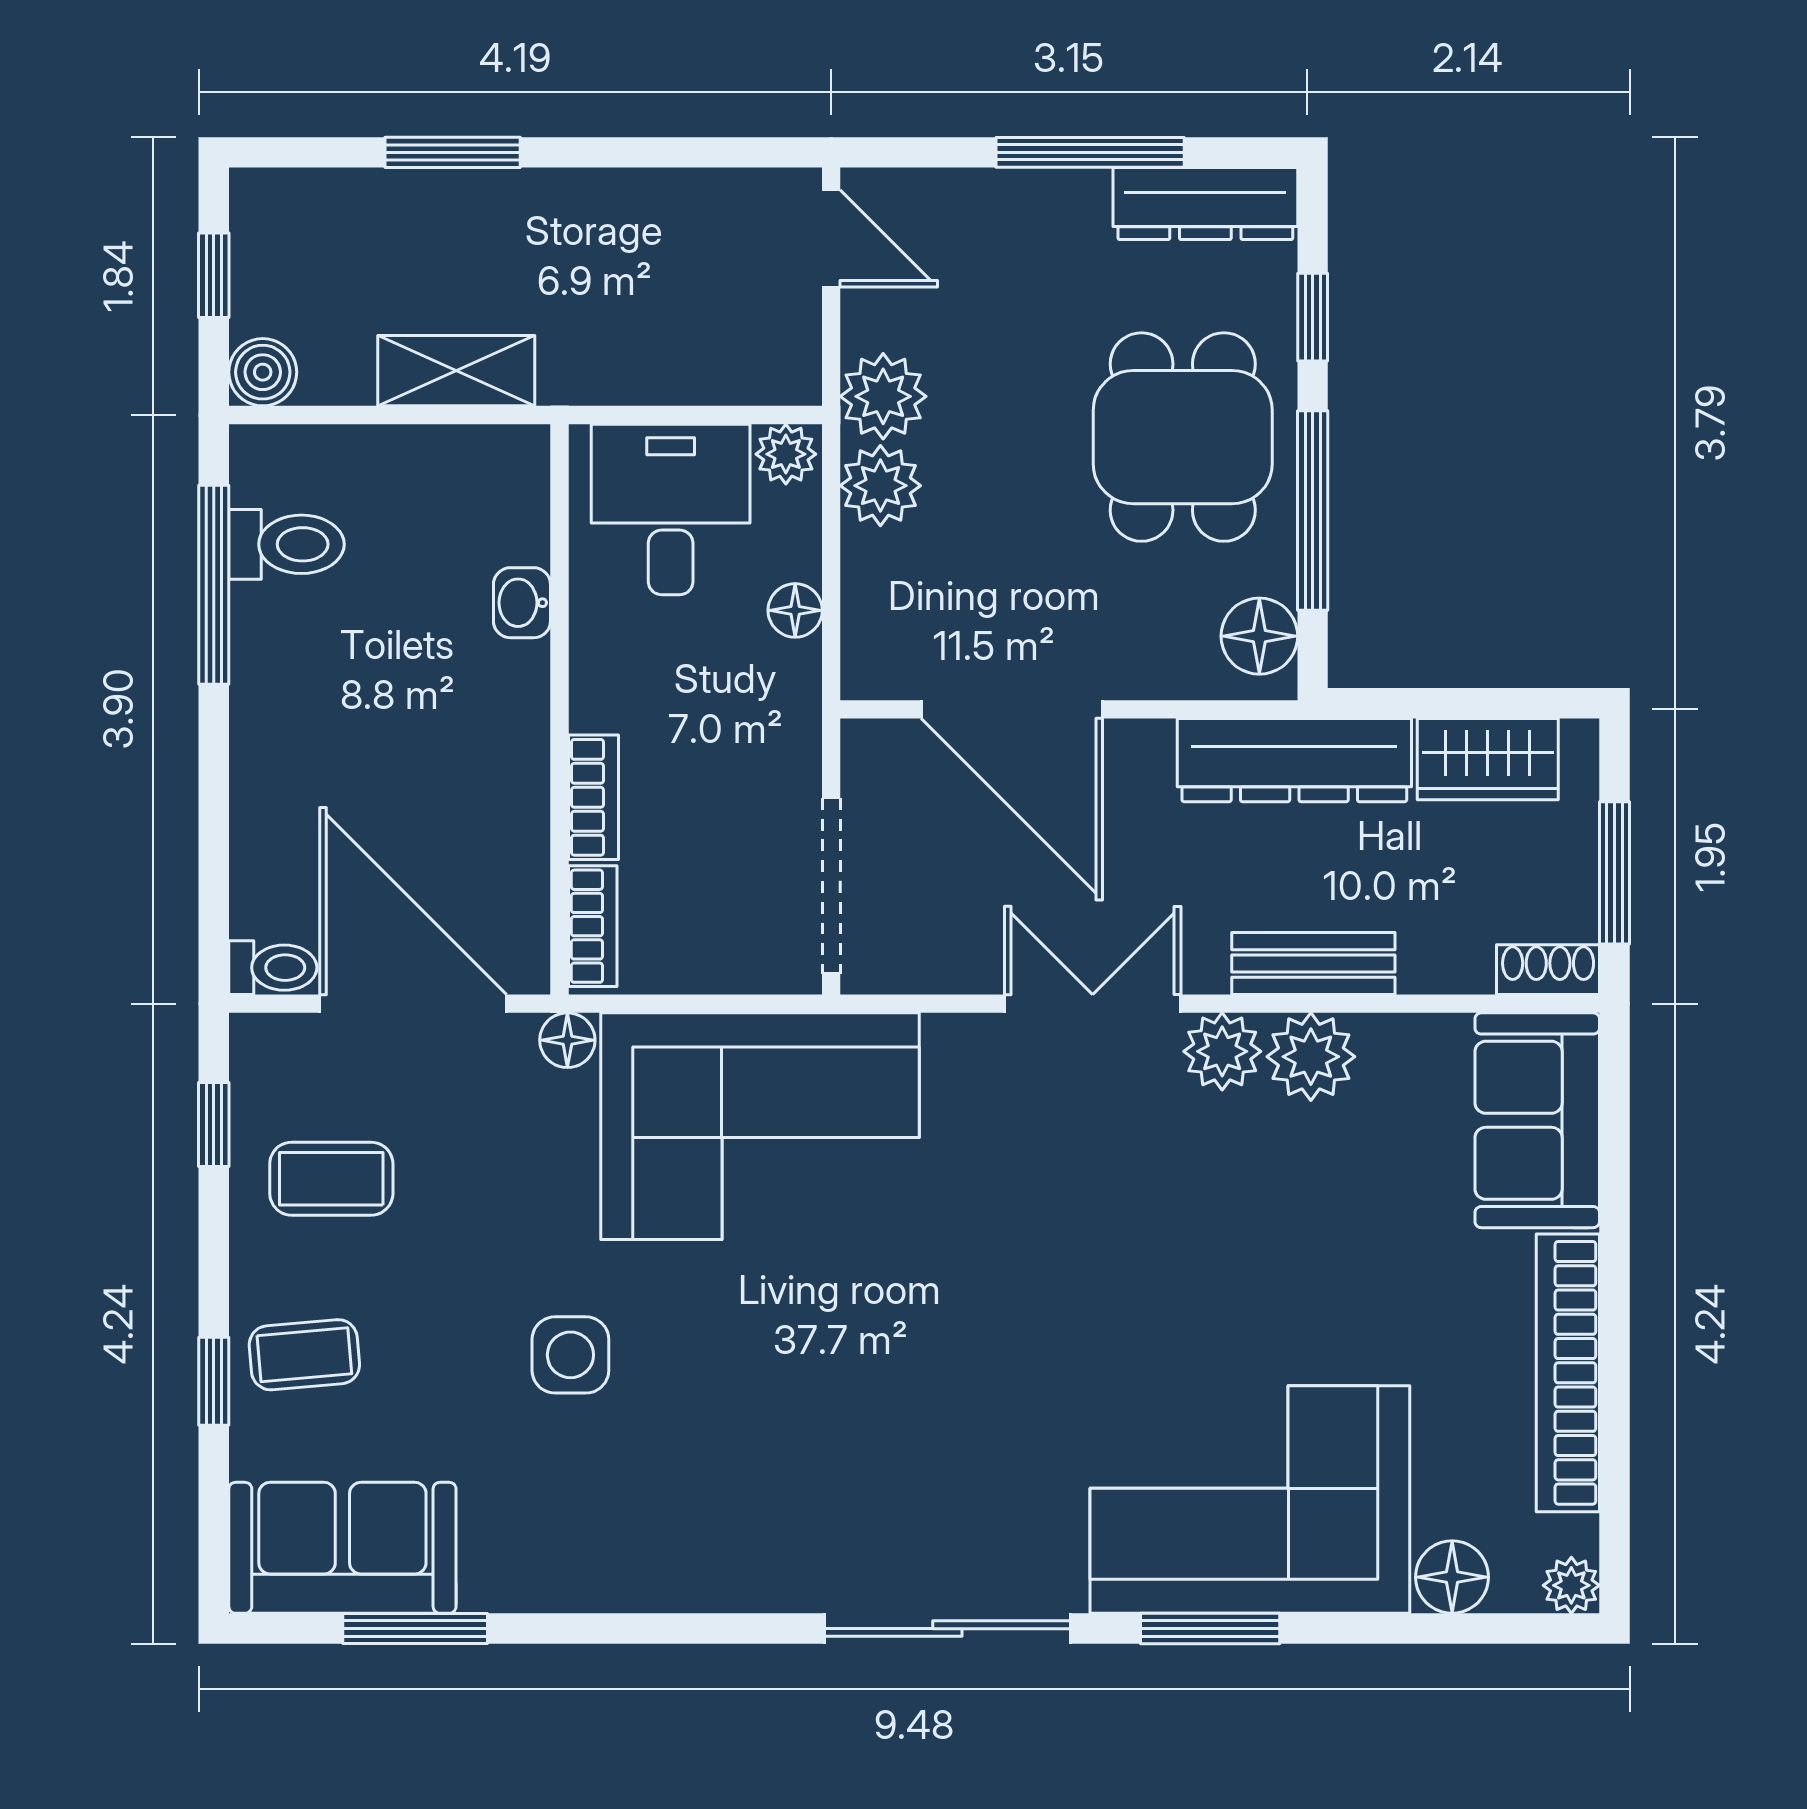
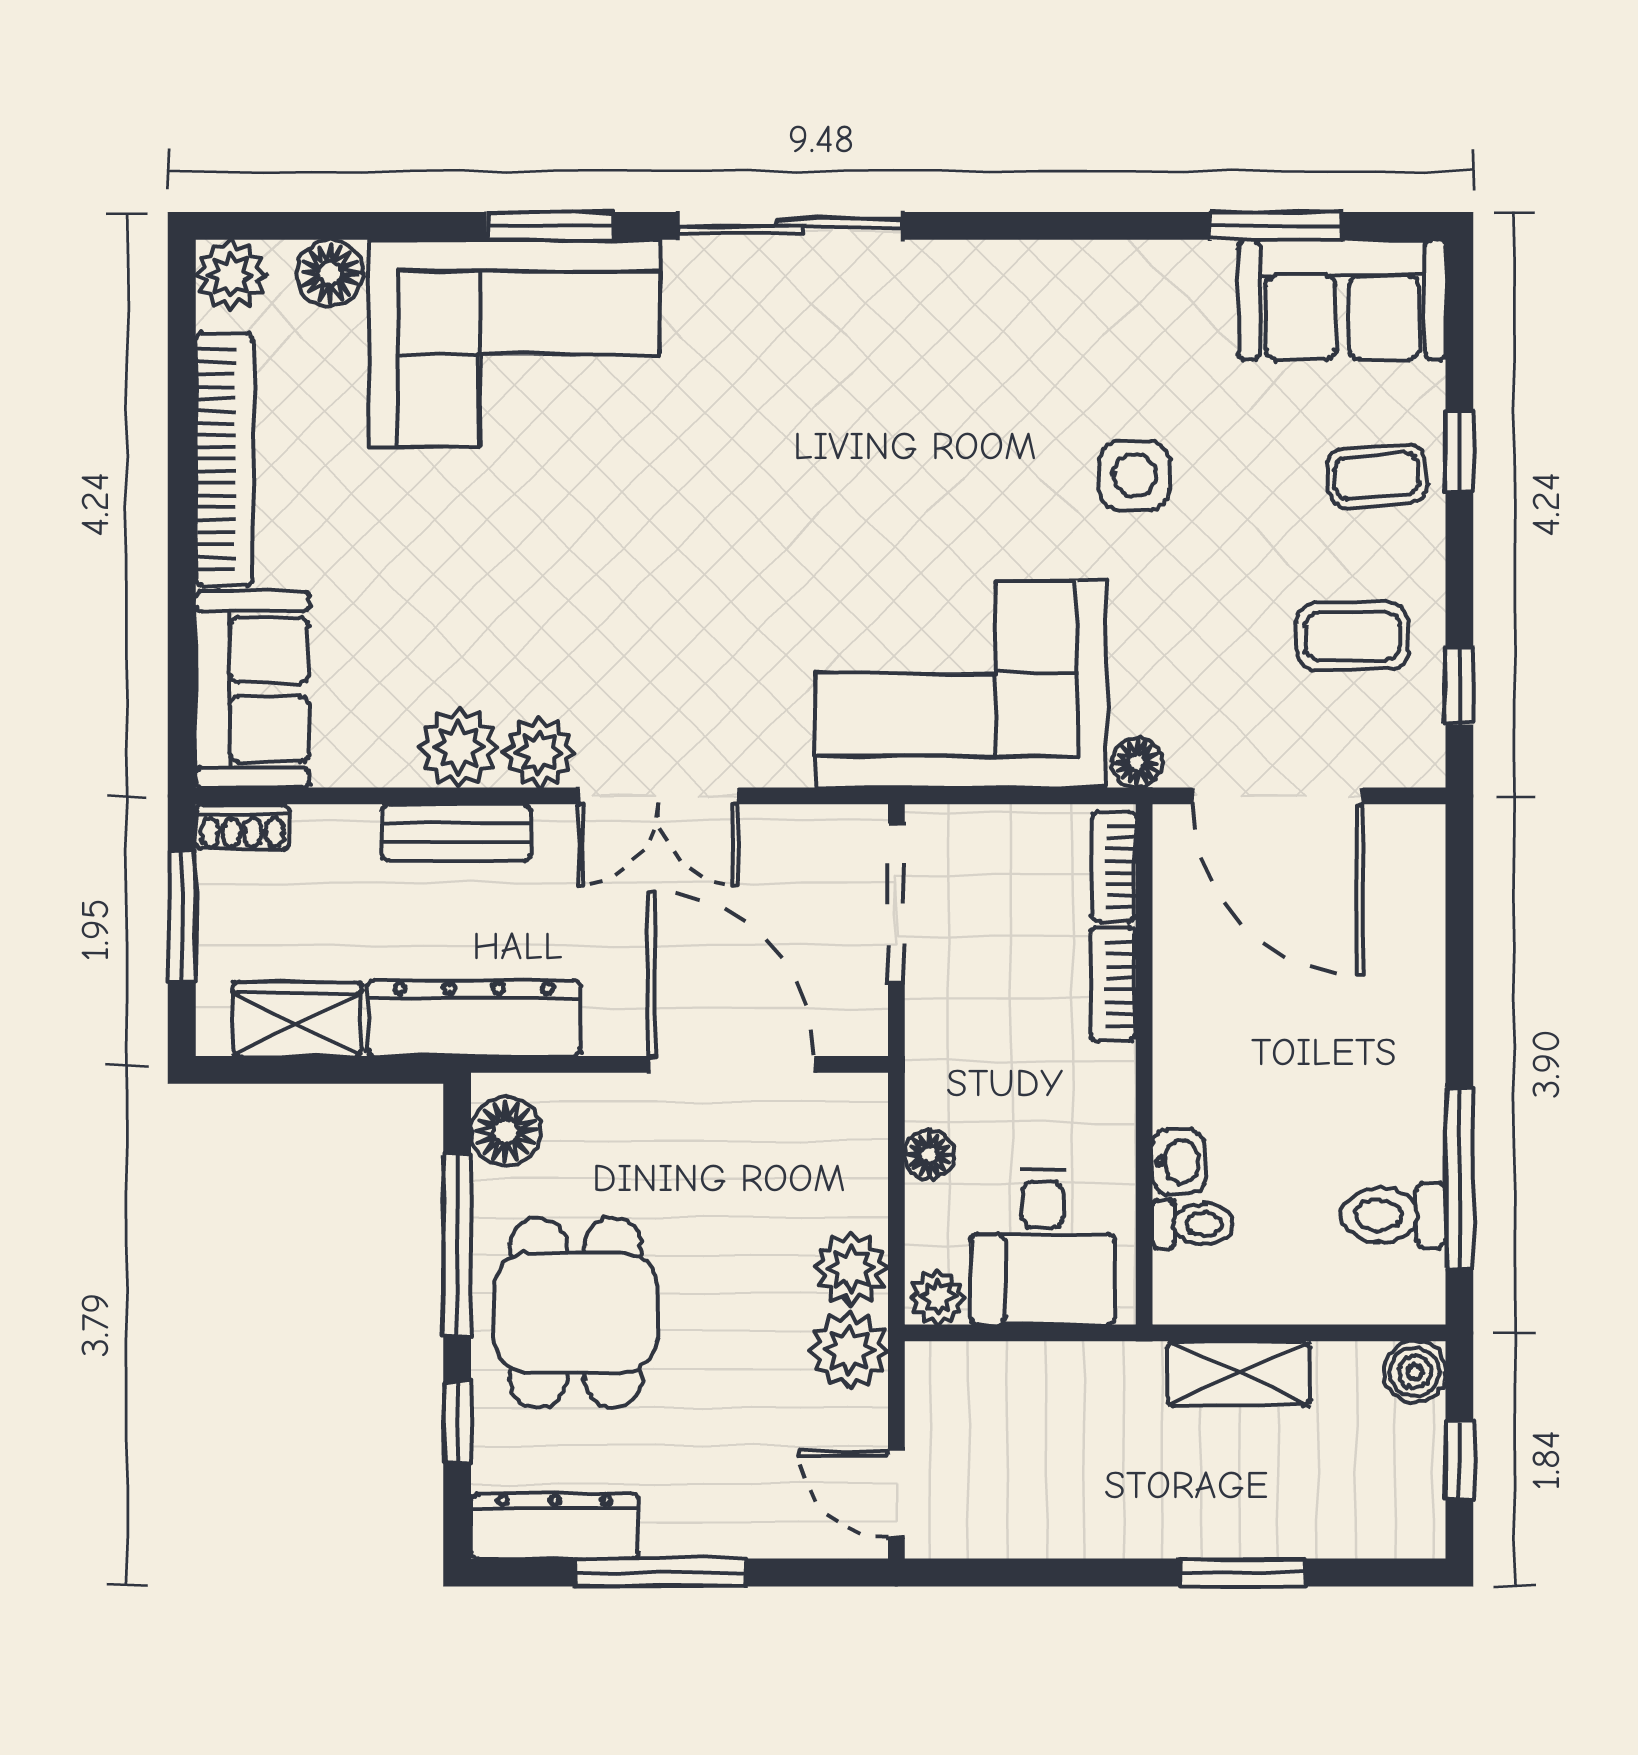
toilet: (273, 968) -> (1193, 1224), moved, turned 180
plant: (1571, 1585) -> (231, 275), width x1.38, depth x1.38

